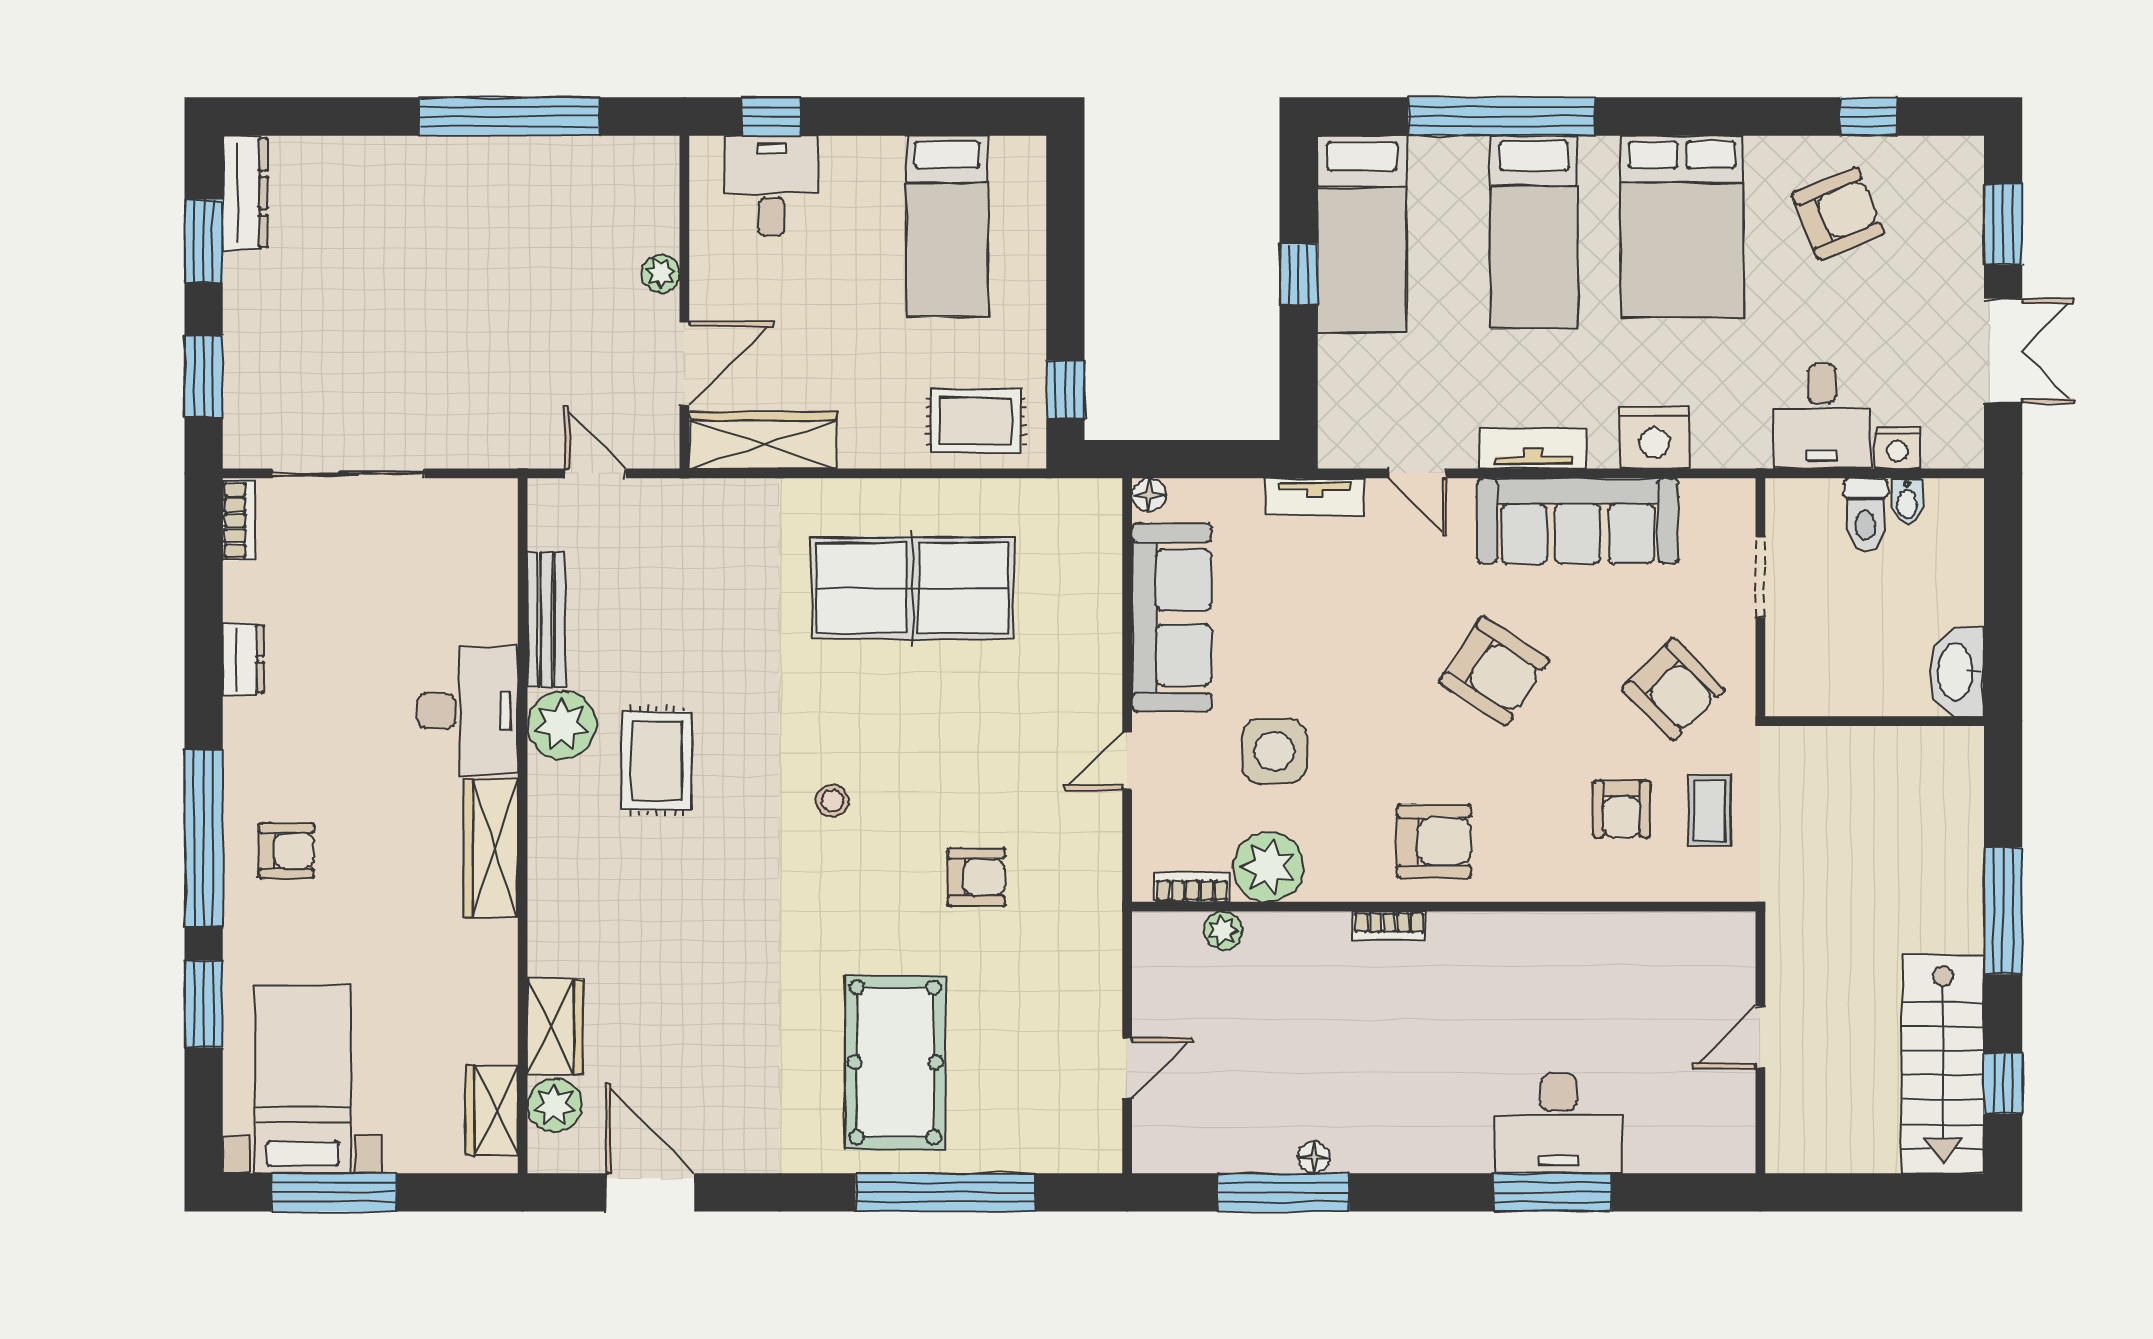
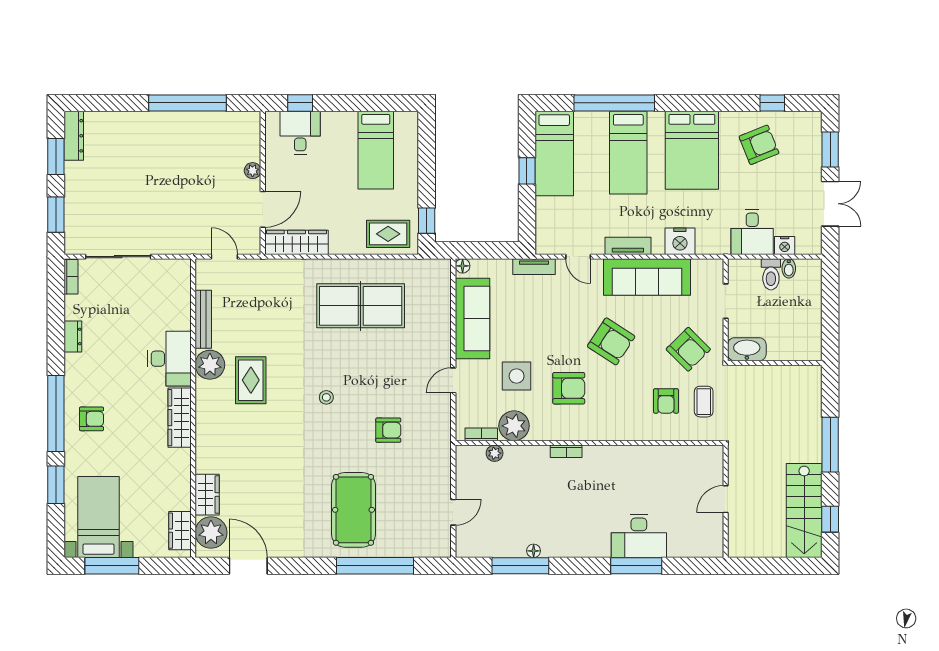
washbasin: (1957, 672) -> (747, 349), moved, turned 90
armchair: (1434, 841) -> (569, 388), moved
plant: (554, 1105) -> (211, 533), width x1.36, depth x1.36

